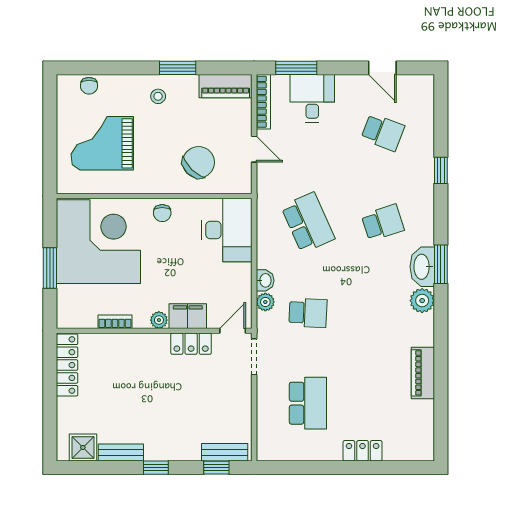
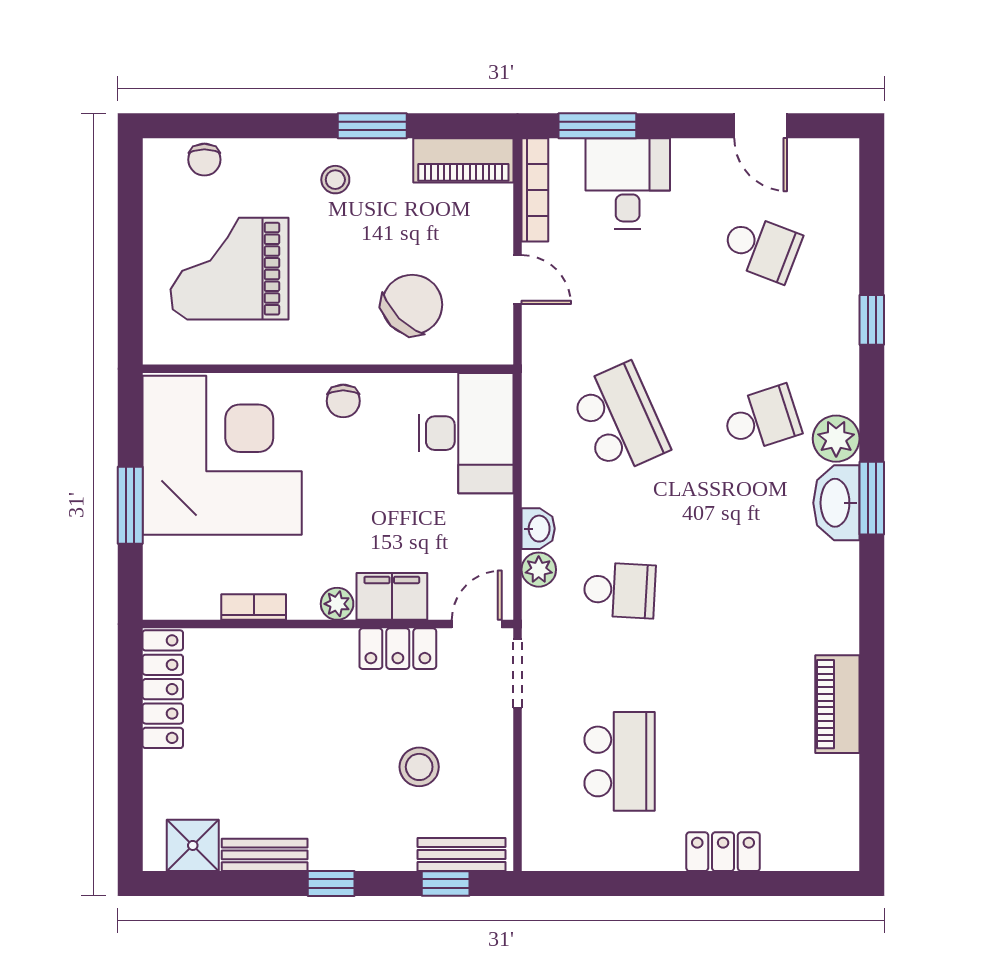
plant: (422, 301) -> (836, 439), moved
stool: (202, 406) -> (419, 767), added

